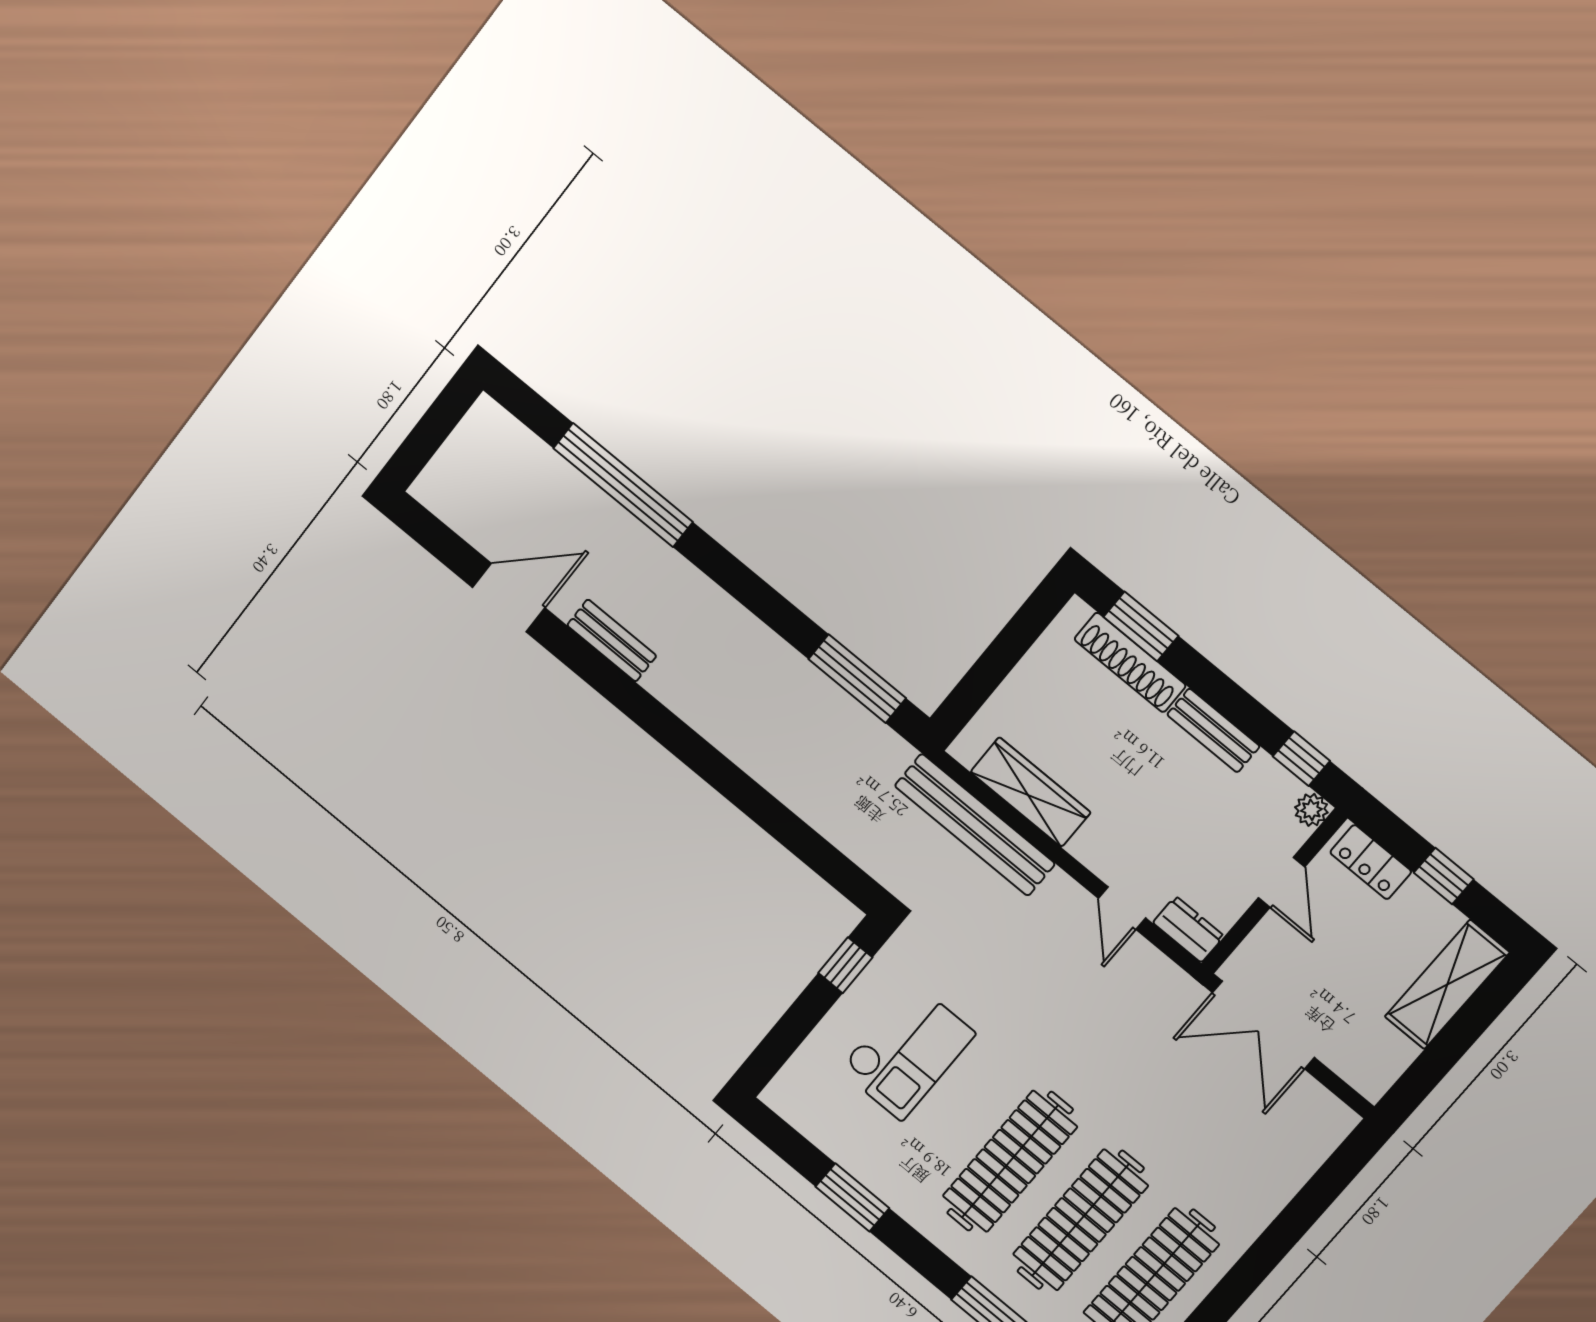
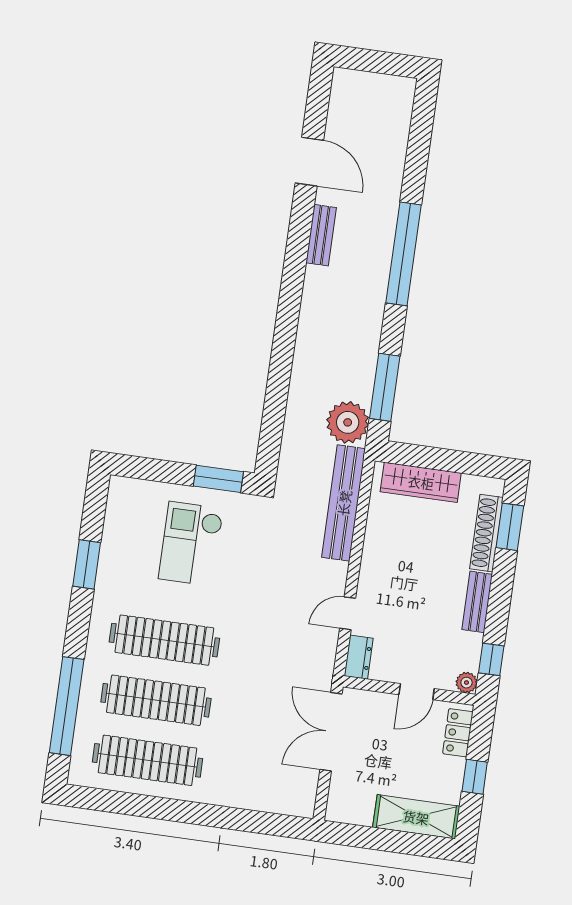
window: (623, 485) -> (404, 254), moved
plant: (874, 755) -> (348, 422), added
wardrobe: (1030, 792) -> (421, 482), moved, turned 90
window: (845, 965) -> (218, 479), width x1.50
checkout: (907, 1051) -> (191, 544), turned 90

